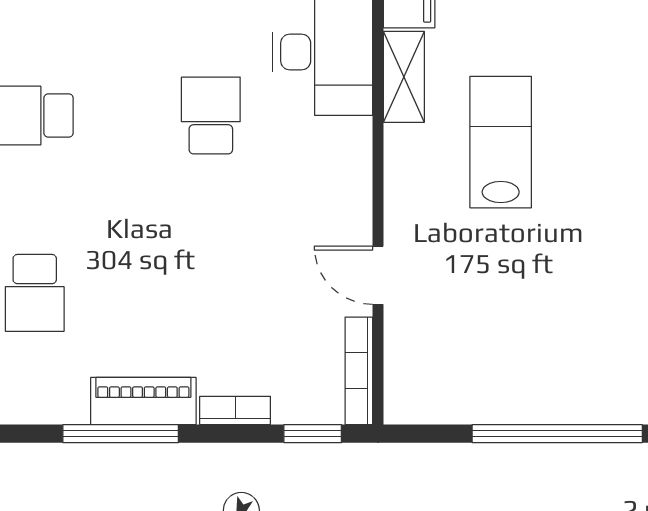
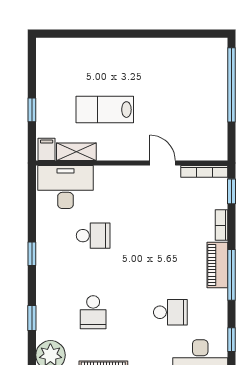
school desk: (211, 115) -> (93, 236), turned 180
door: (378, 275) -> (163, 163), swing flipped

